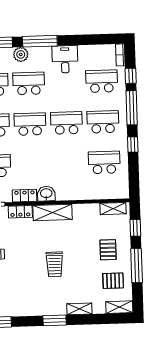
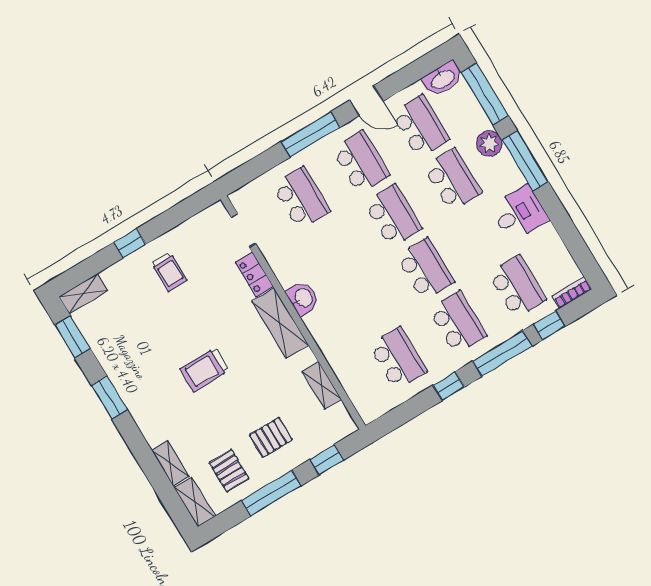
locker: (25, 196) -> (282, 267), removed
shelving: (113, 209) -> (322, 386), moved
shelving: (79, 309) -> (170, 463), moved
window: (55, 320) -> (109, 398), moved

